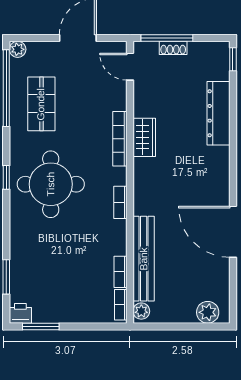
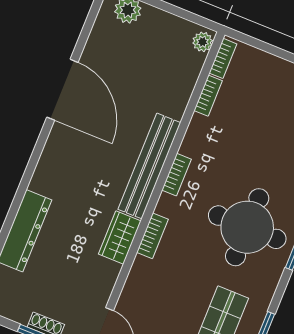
bookcase: (120, 139) -> (152, 236), width x0.64
bench: (144, 259) -> (149, 166), moved

